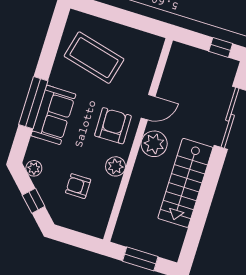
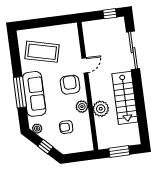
sofa: (53, 115) -> (34, 94), width x1.36
plant: (154, 144) -> (101, 109), moved

